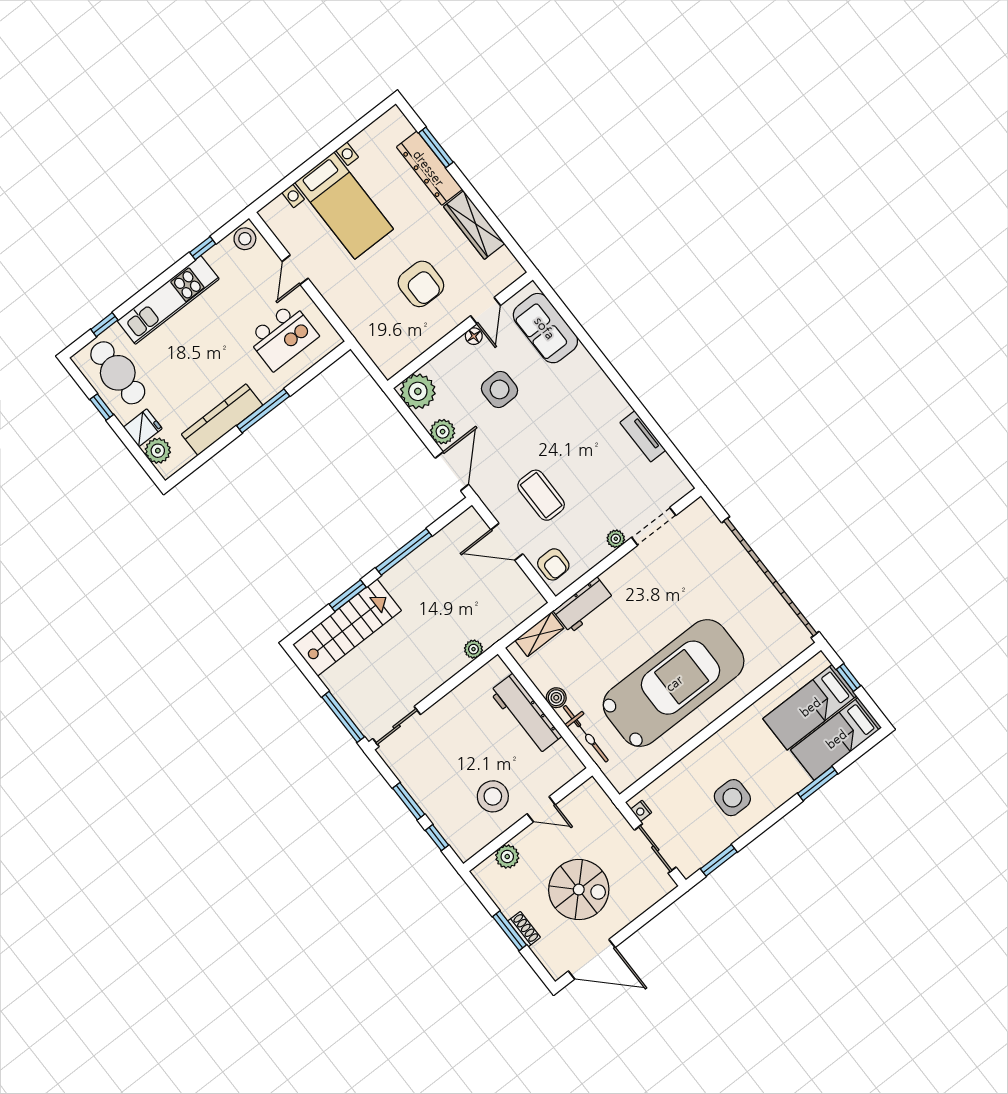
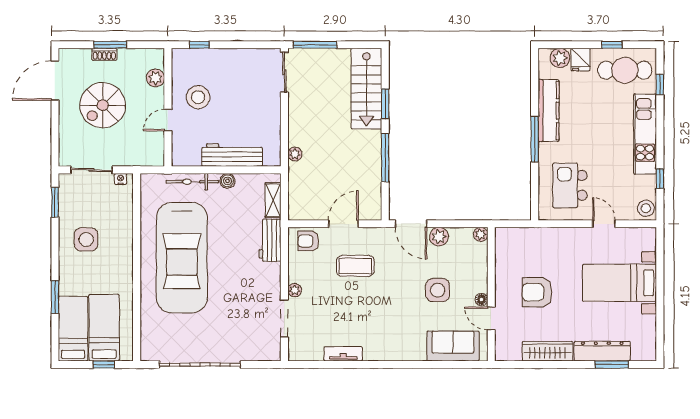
plant: (418, 391) -> (481, 234), width x0.53, depth x0.53
garage door: (770, 577) -> (200, 365), width x0.73
window: (409, 801) -> (234, 45), removed

